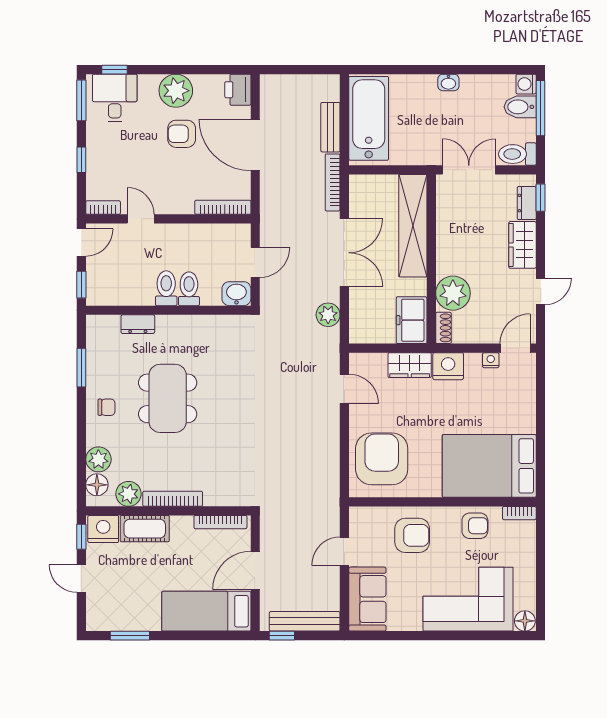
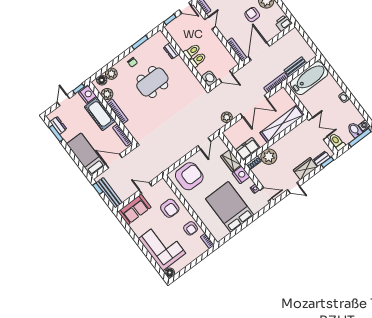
door: (255, 145) -> (259, 51), moved
bed: (489, 466) -> (230, 207), moved
cot: (145, 529) -> (100, 114), width x1.37, depth x1.34
dresser: (119, 621) -> (58, 125), added

